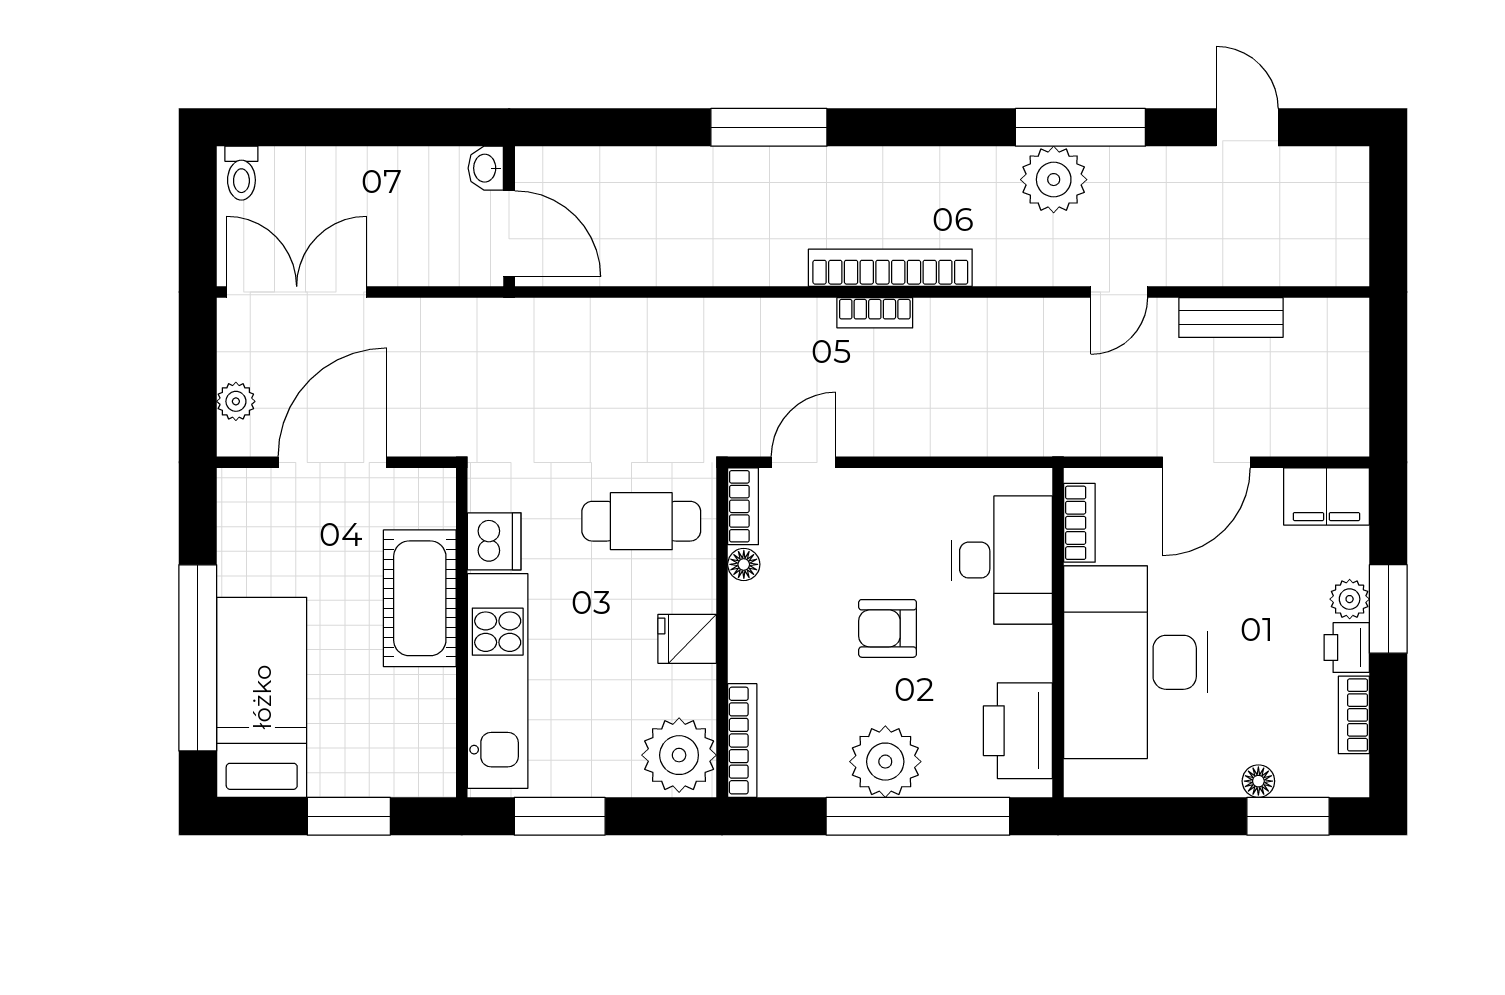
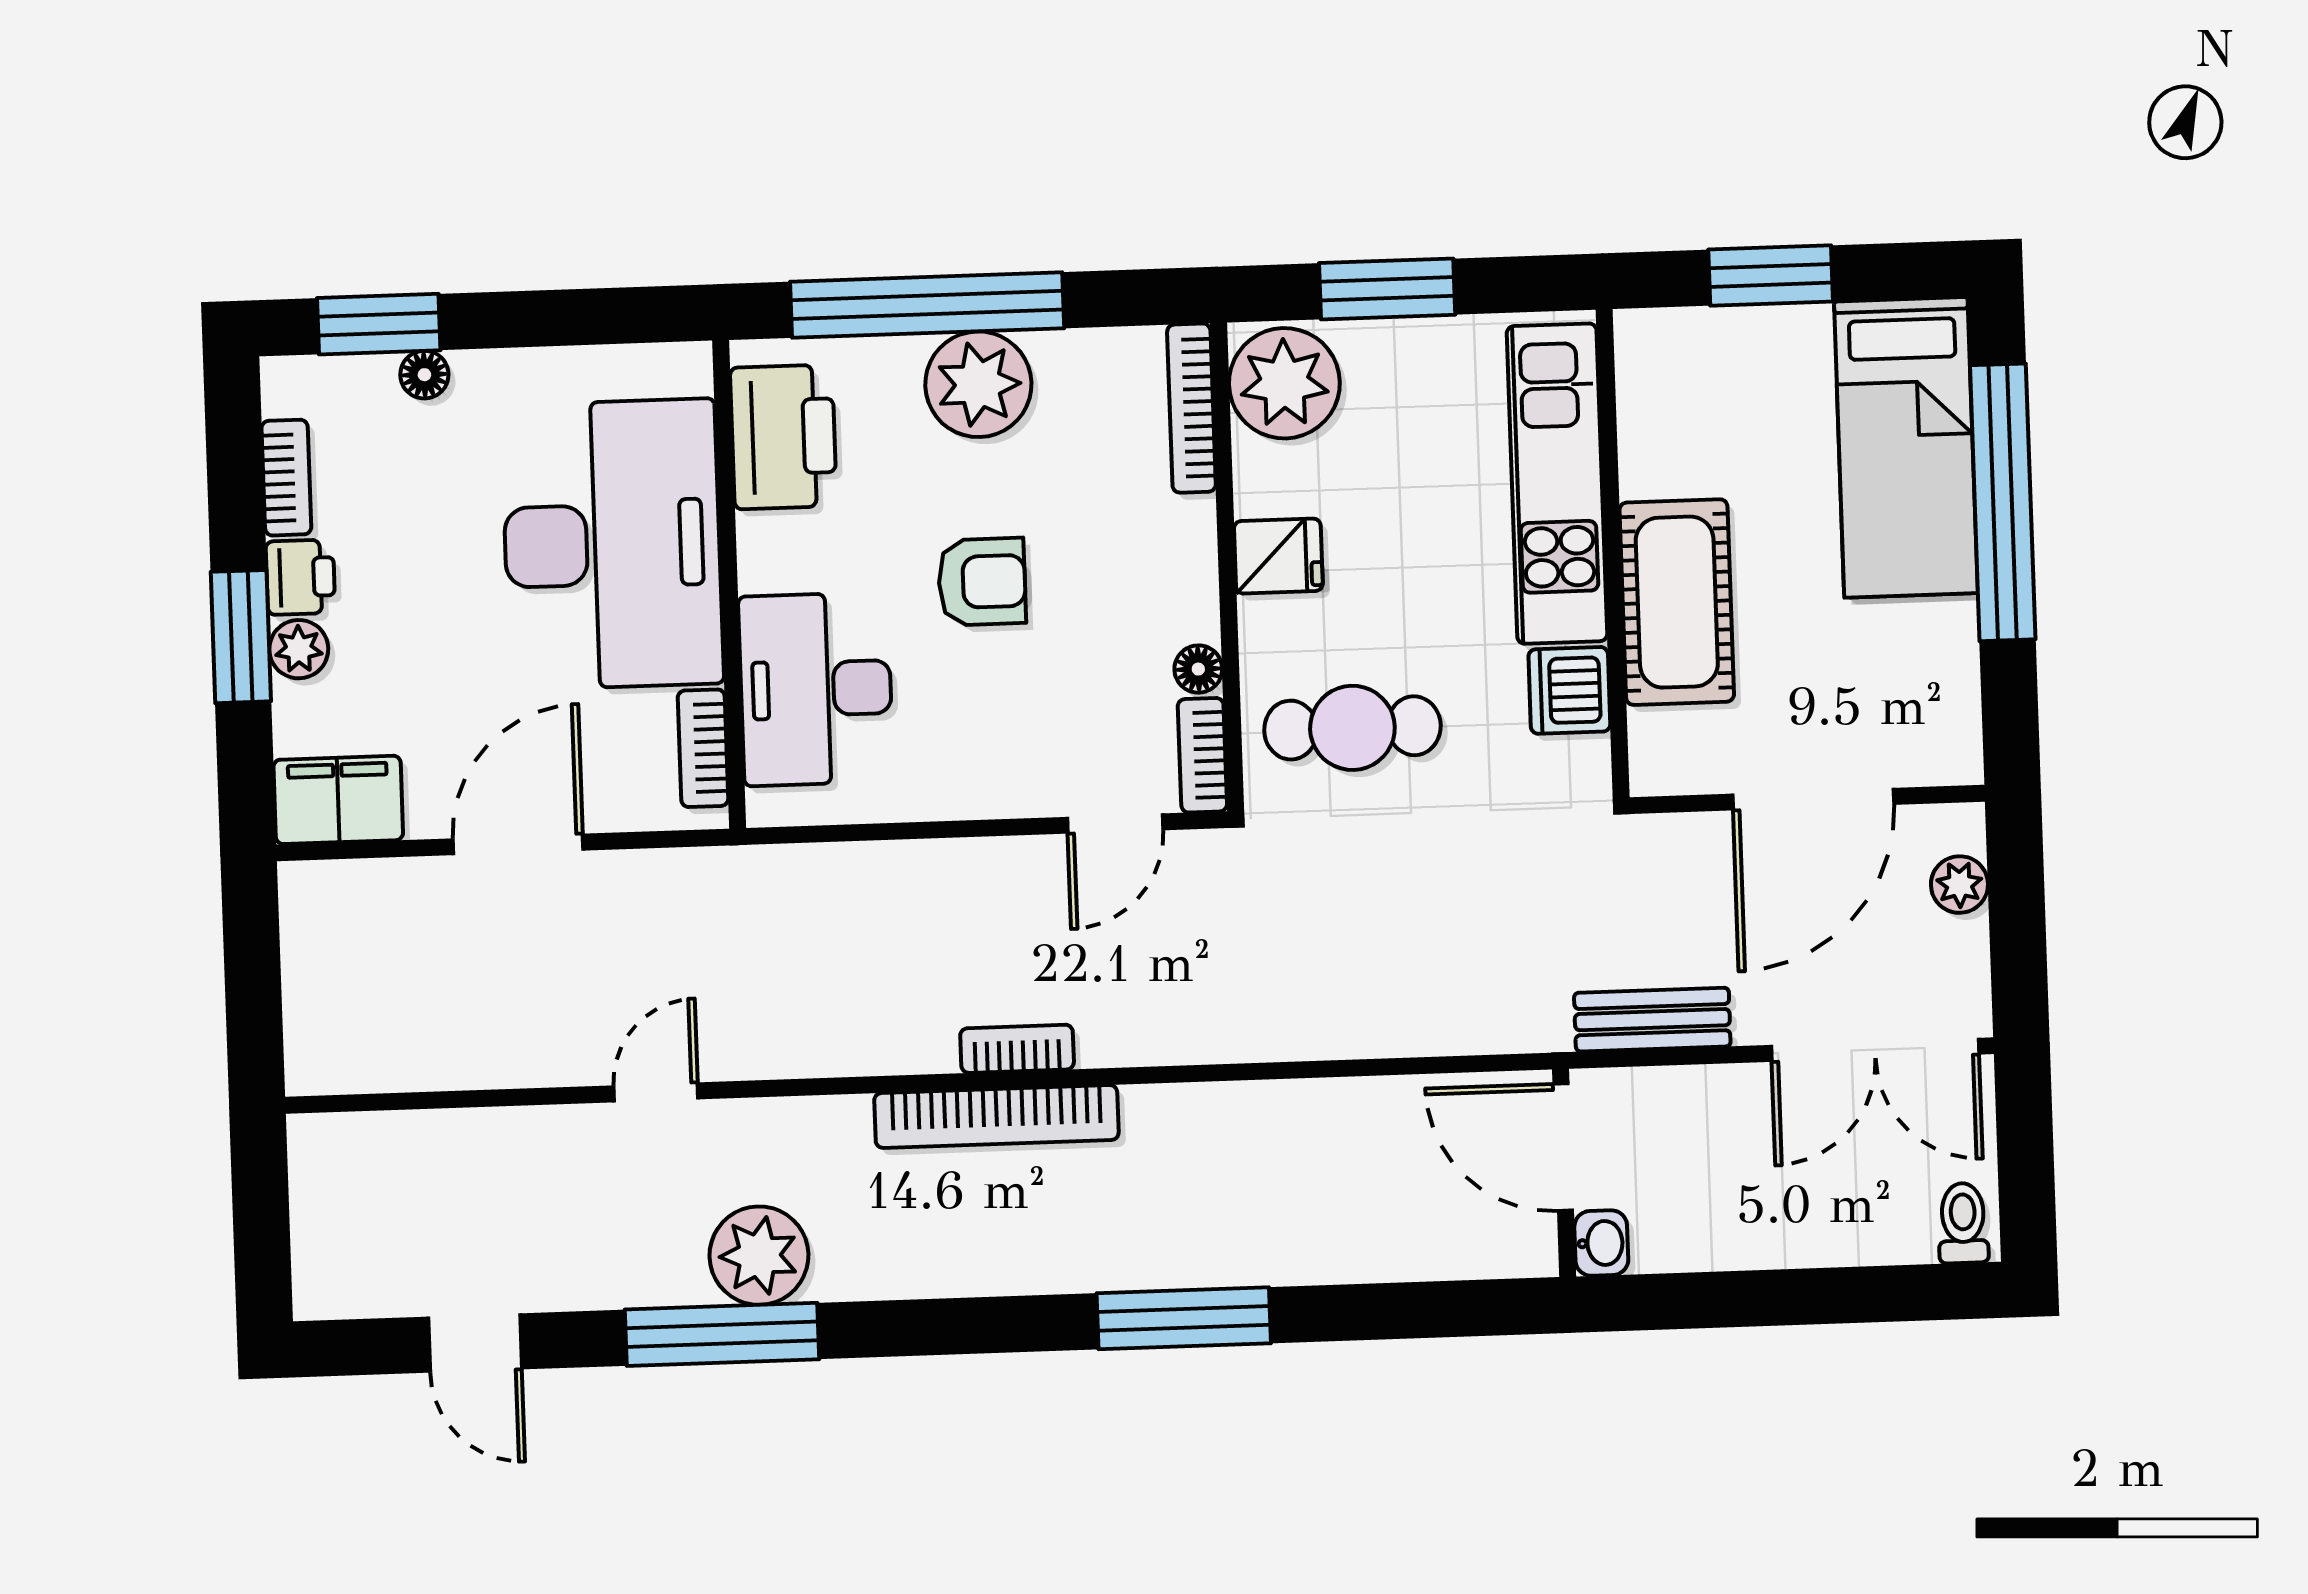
bench: (1231, 318) -> (1652, 1020), moved
window: (560, 816) -> (1387, 289), moved

